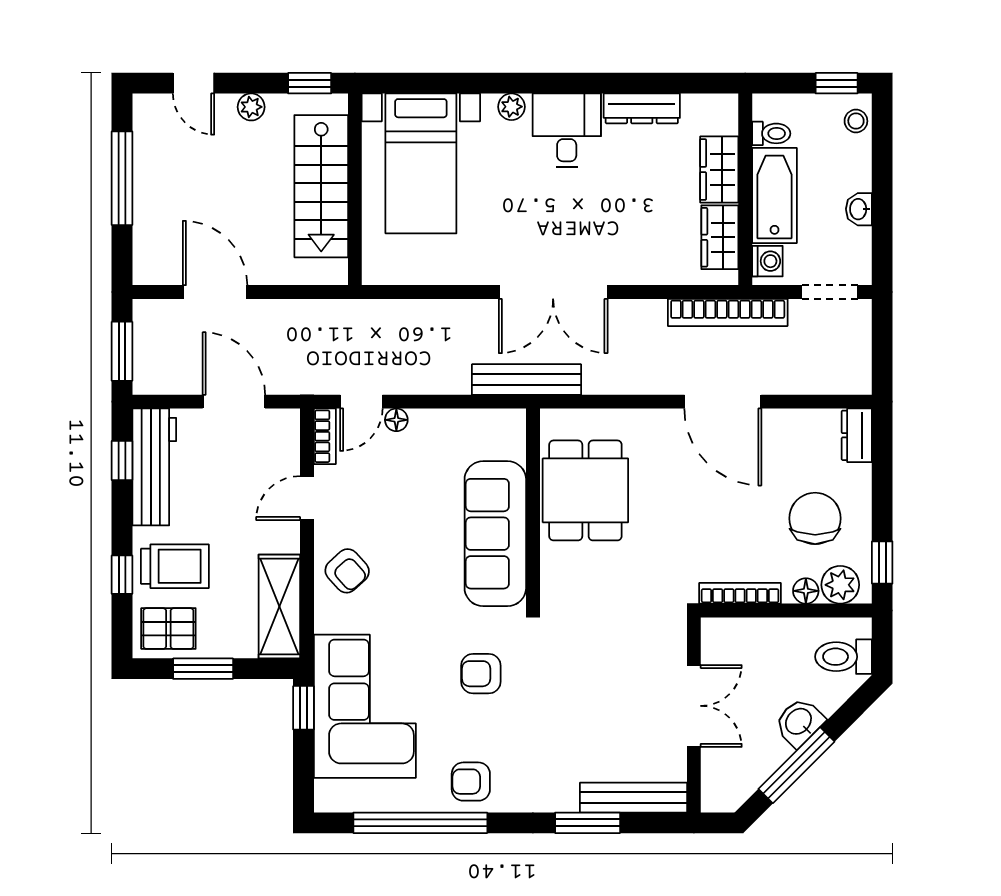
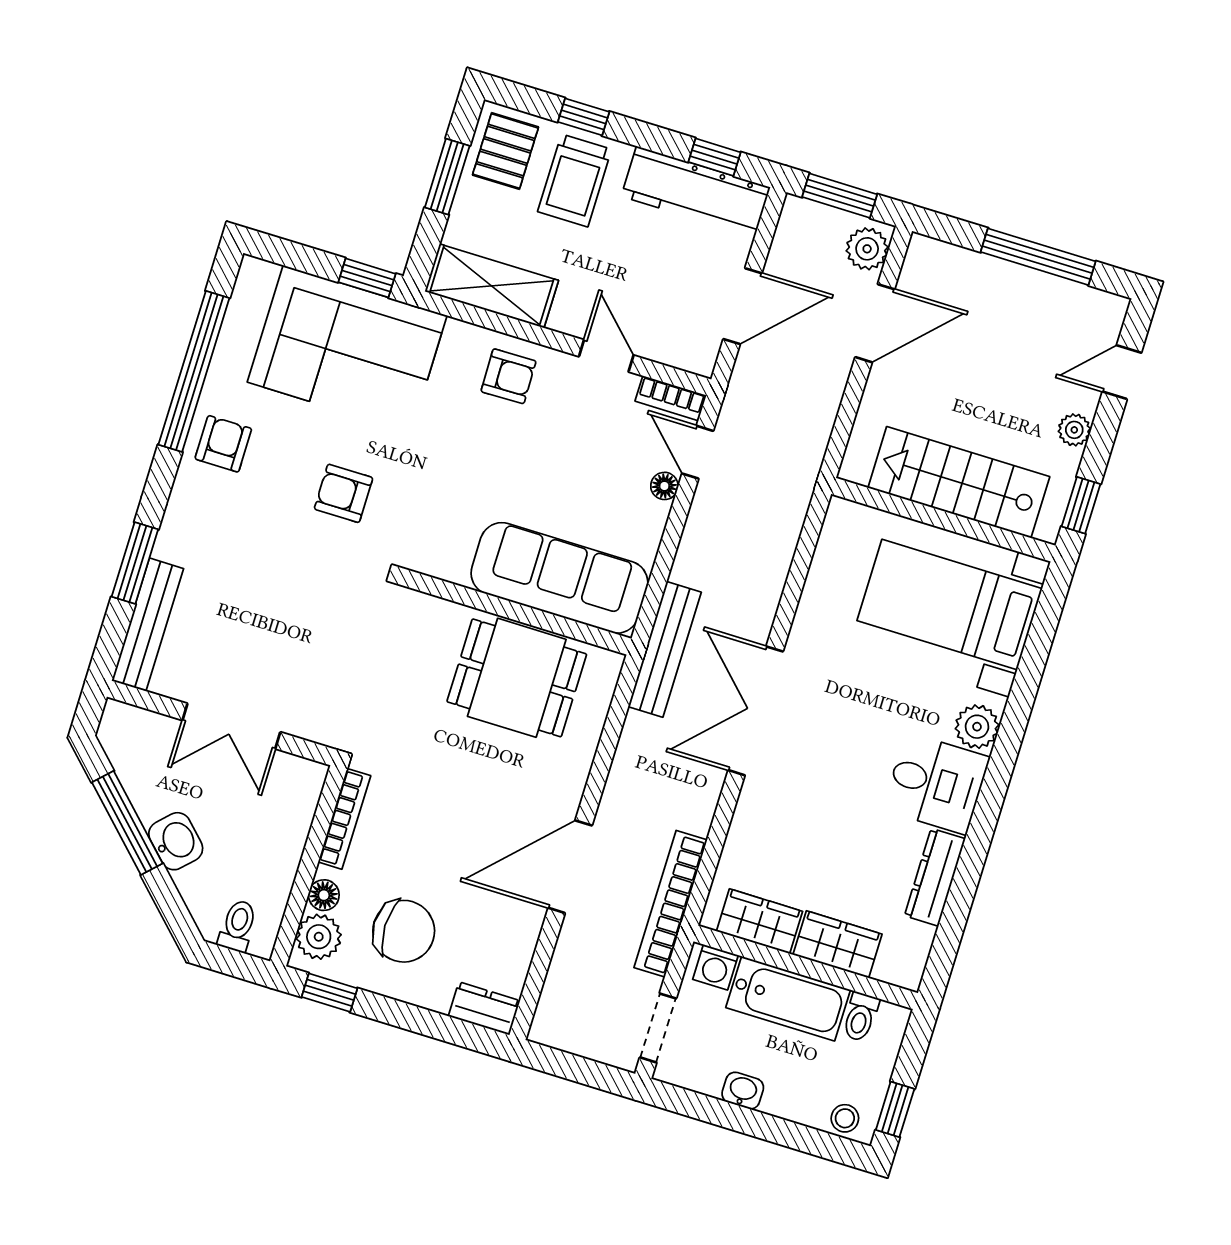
plant: (511, 107) -> (977, 727), width x1.38, depth x1.38
plant: (158, 316) -> (867, 249), added
sofa: (495, 534) -> (559, 578), moved
armchair: (347, 571) -> (509, 376), turned -139
toilet: (844, 657) -> (238, 926), width x0.73, depth x0.72
armchair: (481, 674) -> (344, 493), turned -90

